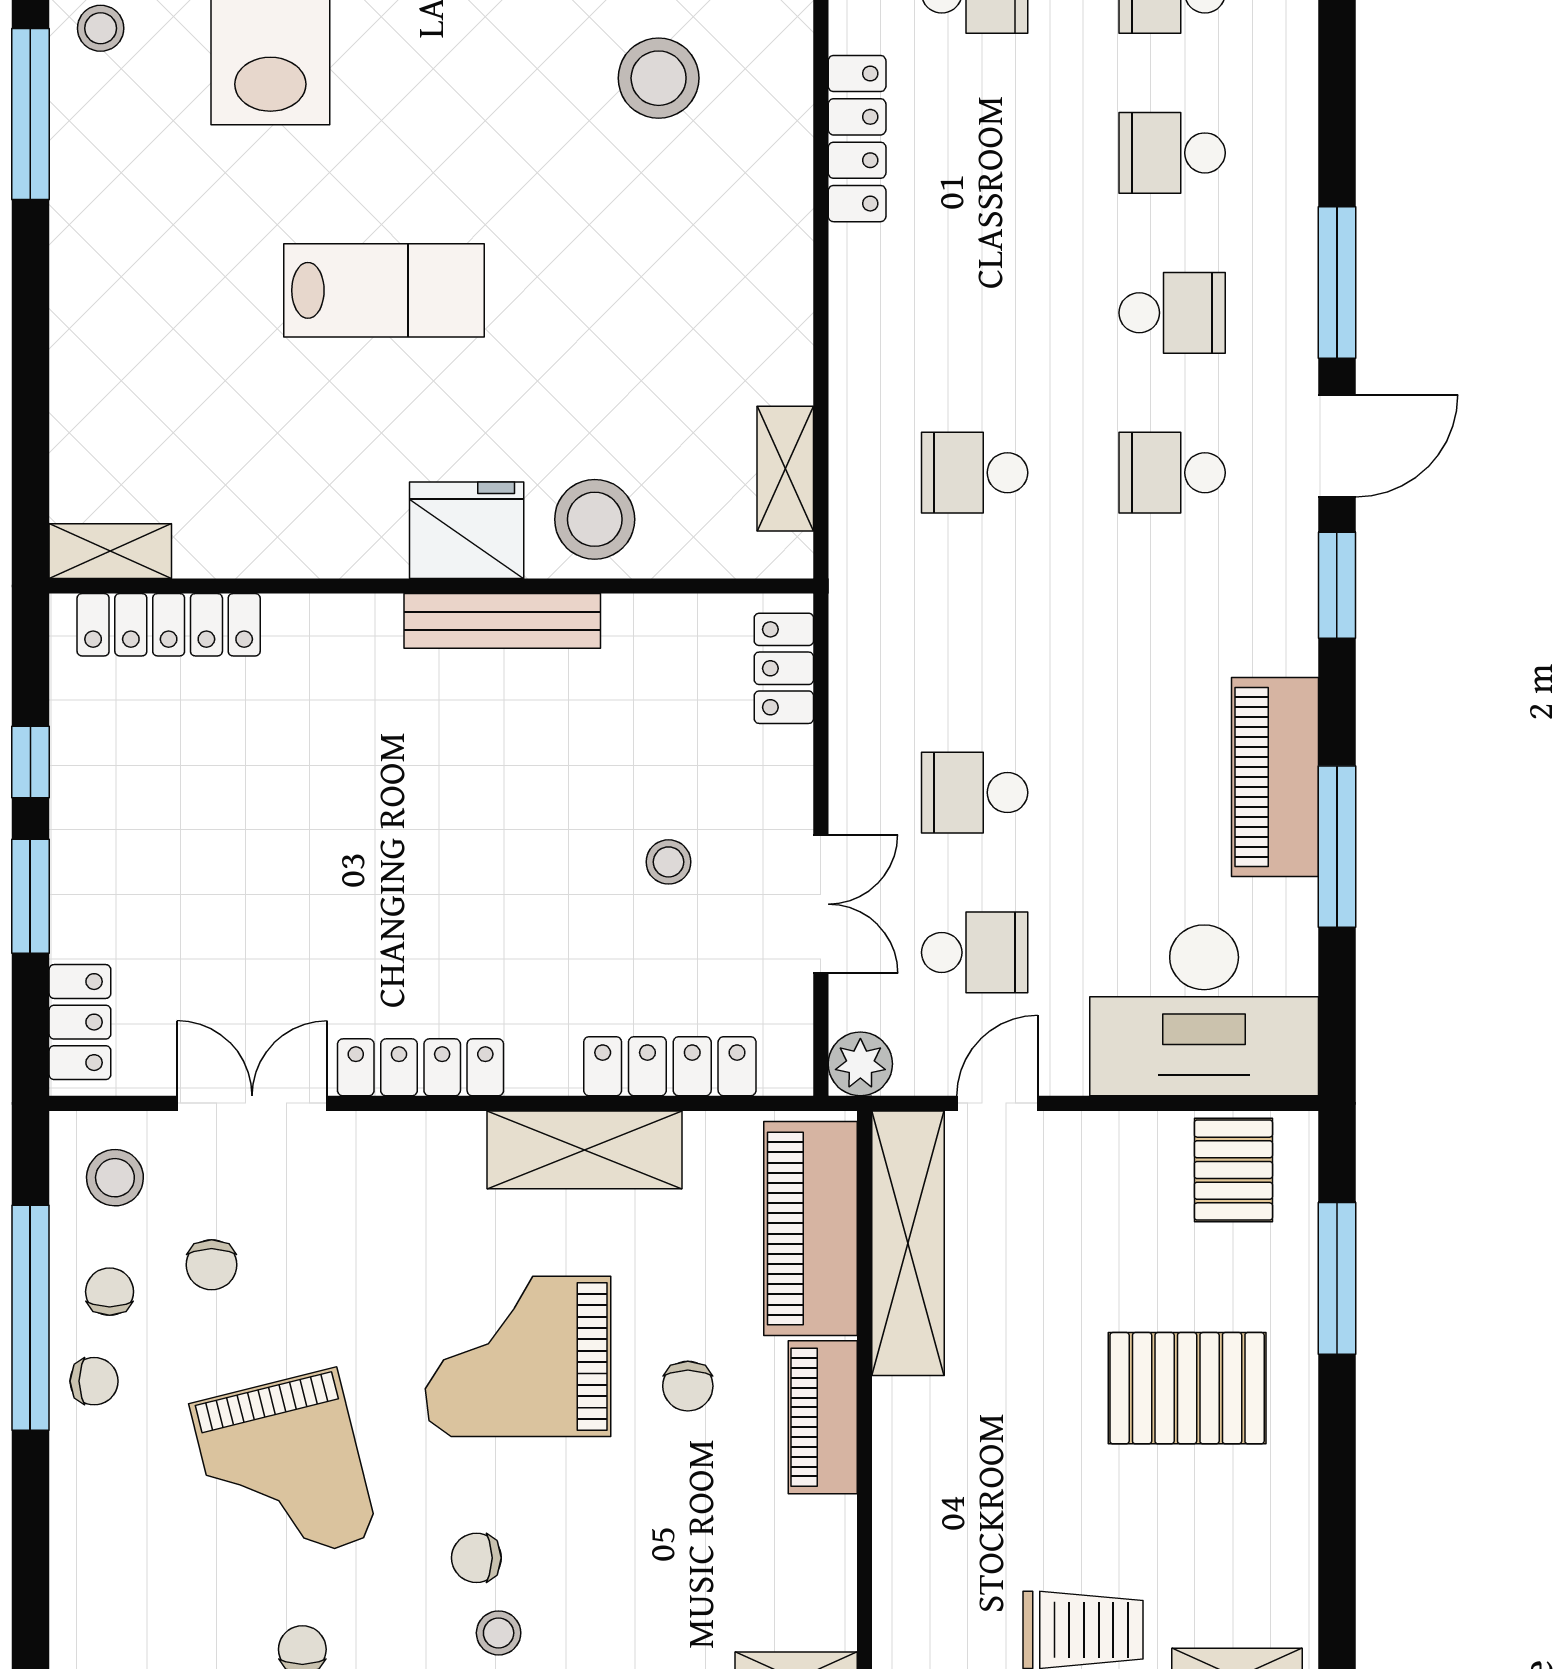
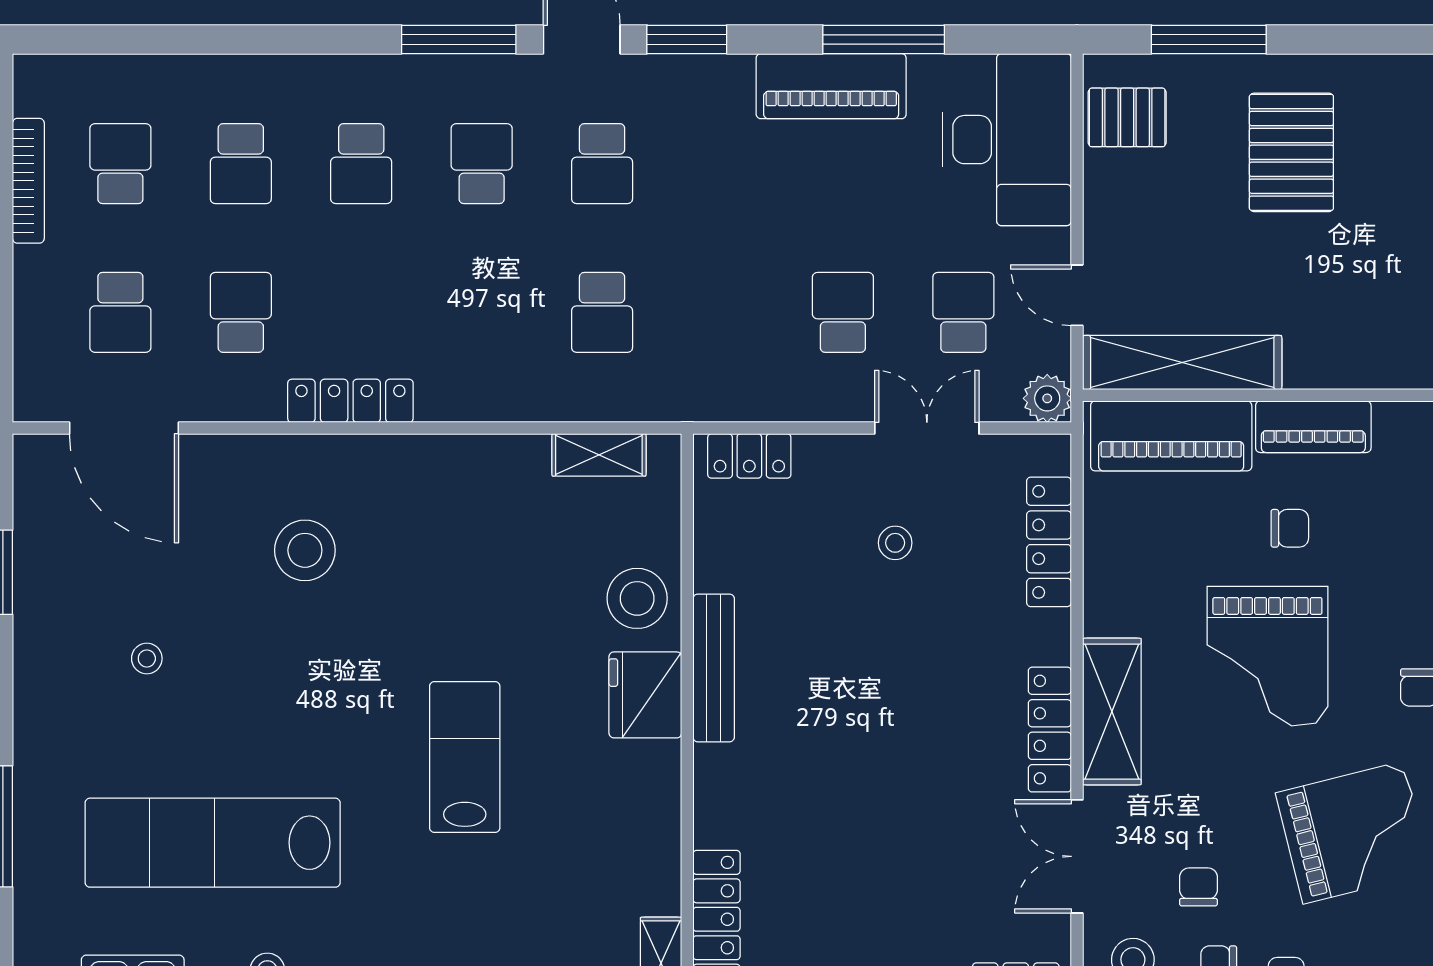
school desk: (975, 793) -> (843, 312), turned 180
shelving: (584, 1150) -> (1112, 712), moved
chair: (212, 1265) -> (1198, 887), turned -90

